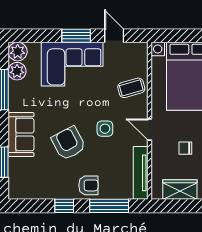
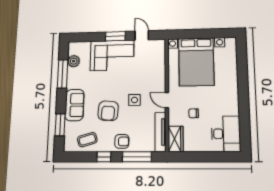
plant: (18, 52) -> (75, 48), removed
coffee table: (131, 88) -> (87, 140), moved
armchair: (69, 143) -> (108, 111), turned -148
wardrobe: (180, 190) -> (176, 139), moved, turned 90

